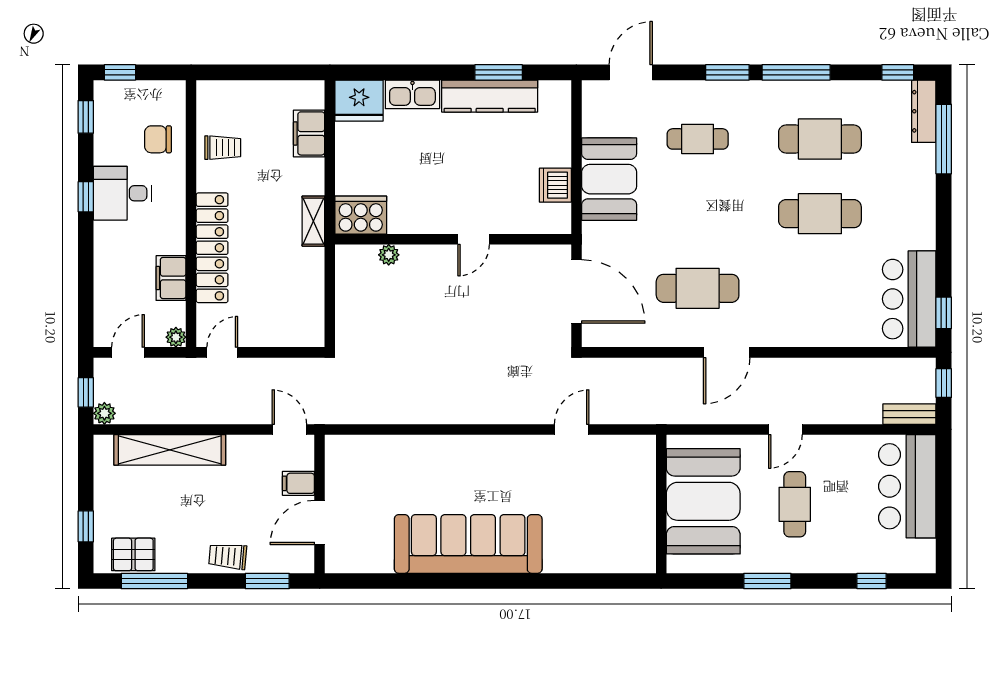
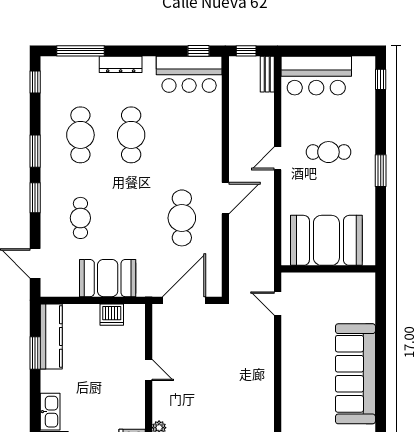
window: (796, 72) -> (35, 151), width x0.69
kitchen counter: (490, 96) -> (51, 336), moved
dresser: (924, 111) -> (121, 64), moved
door: (727, 352) -> (225, 198), hinge flipped
door: (785, 429) -> (278, 158), swing flipped
booth: (703, 501) -> (326, 240), moved
wall: (661, 504) -> (328, 269), moved
window: (872, 581) -> (381, 79), moved

